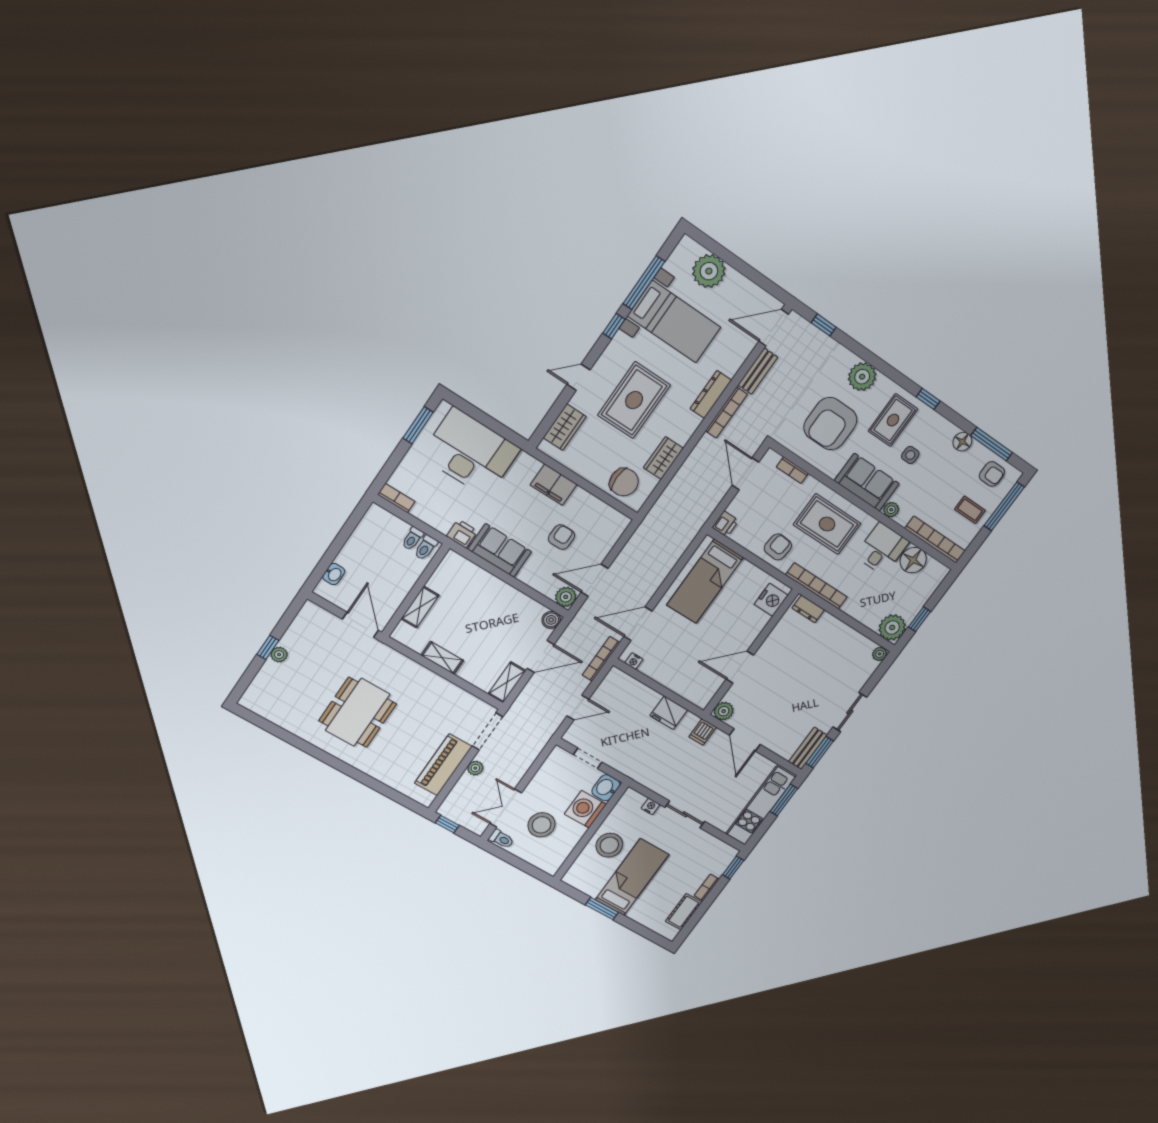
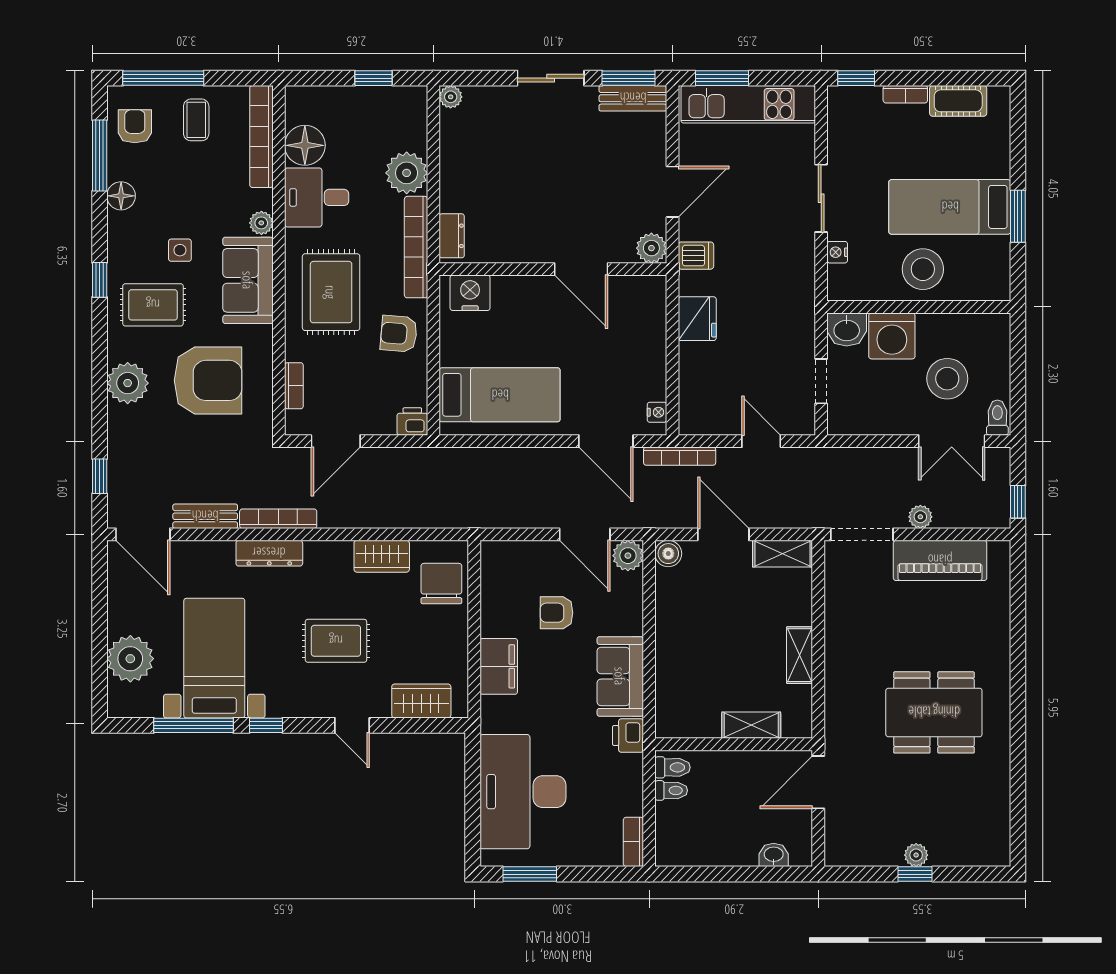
rug: (634, 400) -> (336, 641), width x0.73, depth x0.70
plant: (892, 627) -> (407, 173), moved

